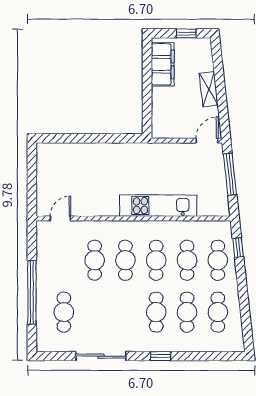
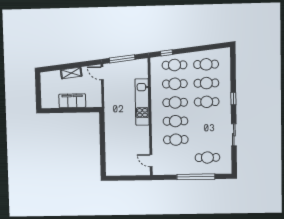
window: (186, 33) -> (38, 87), removed
filing cabinet: (163, 64) -> (72, 101), moved
sliding door: (101, 356) -> (234, 135), width x0.73

